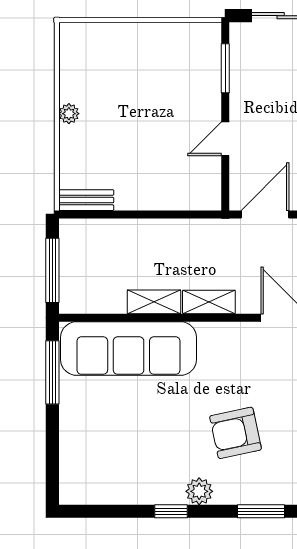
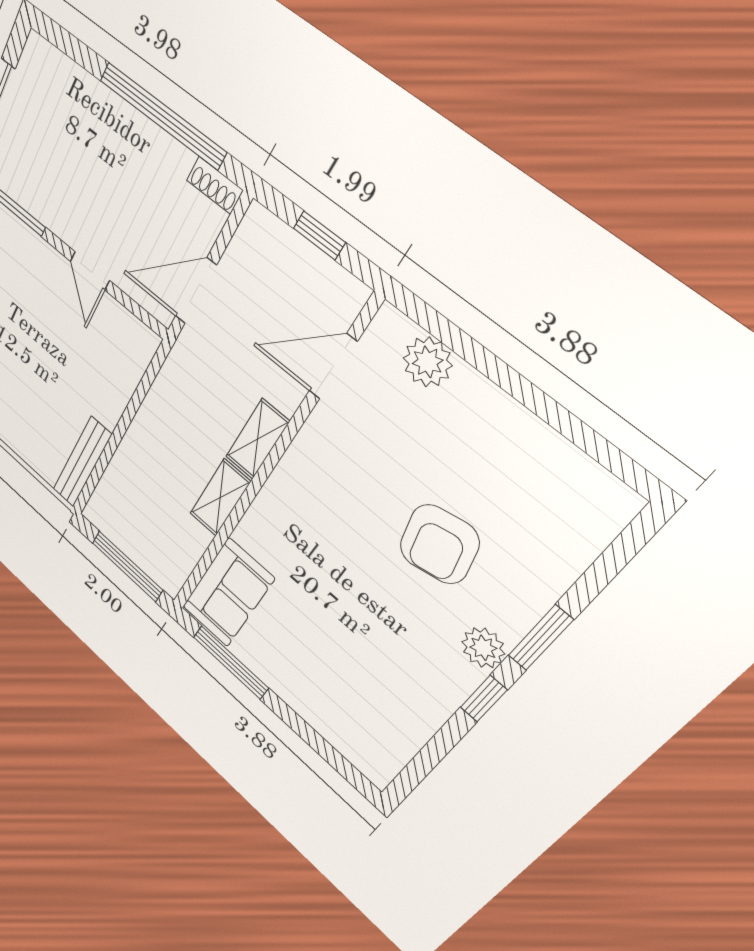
bench: (86, 200) -> (82, 462), width x1.36
door: (265, 214) -> (196, 291), hinge flipped
sofa: (129, 349) -> (228, 593), width x0.54, depth x0.79
window: (261, 511) -> (541, 638), moved

